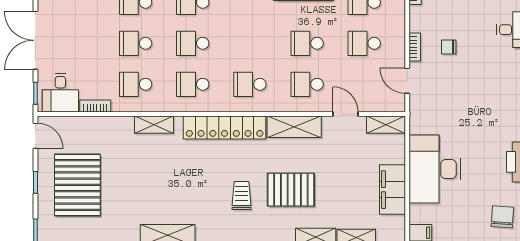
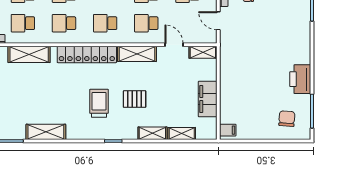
shelving: (154, 125) -> (29, 54), width x1.50, depth x1.33
desk: (435, 169) -> (238, 84), removed
pallet: (291, 190) -> (135, 99), width x0.67, depth x0.71
trolley: (241, 196) -> (99, 103), width x1.36, depth x1.39

